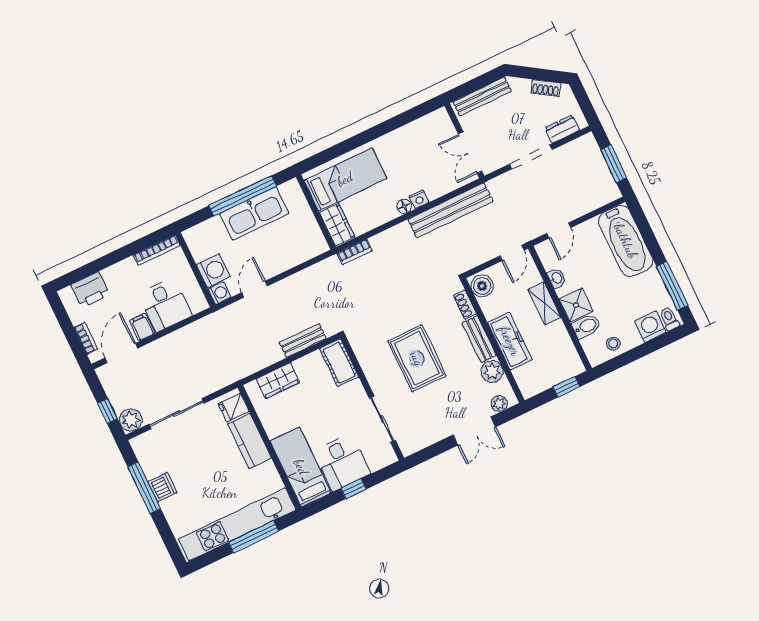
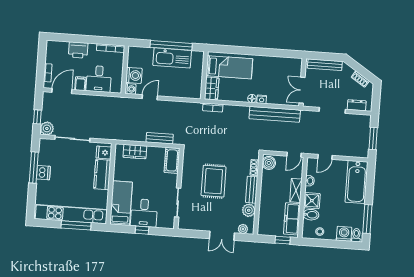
printer: (90, 290) -> (78, 50), moved
freezer: (510, 341) -> (292, 219), moved, turned 180

